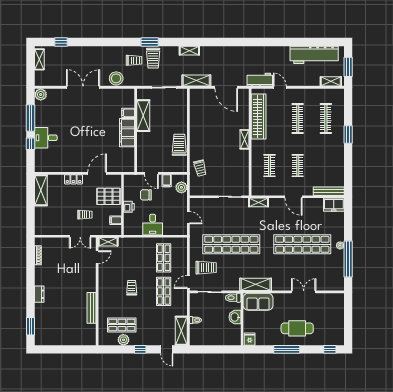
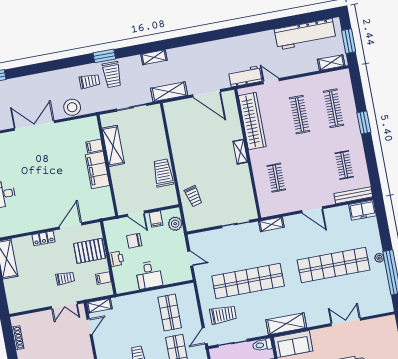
clothes rail: (298, 166) -> (344, 165), moved

